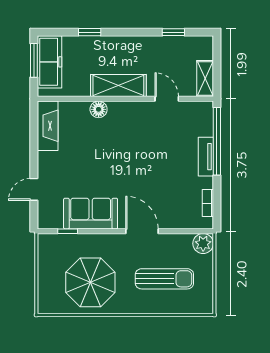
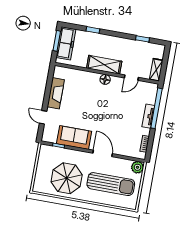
door: (167, 99) -> (131, 78), swing flipped
floor lamp: (99, 109) -> (105, 79), moved
fireplace: (48, 126) -> (56, 93), moved
door: (34, 189) -> (43, 117), hinge flipped
sun lounger: (164, 279) -> (111, 184), width x1.36, depth x1.34

